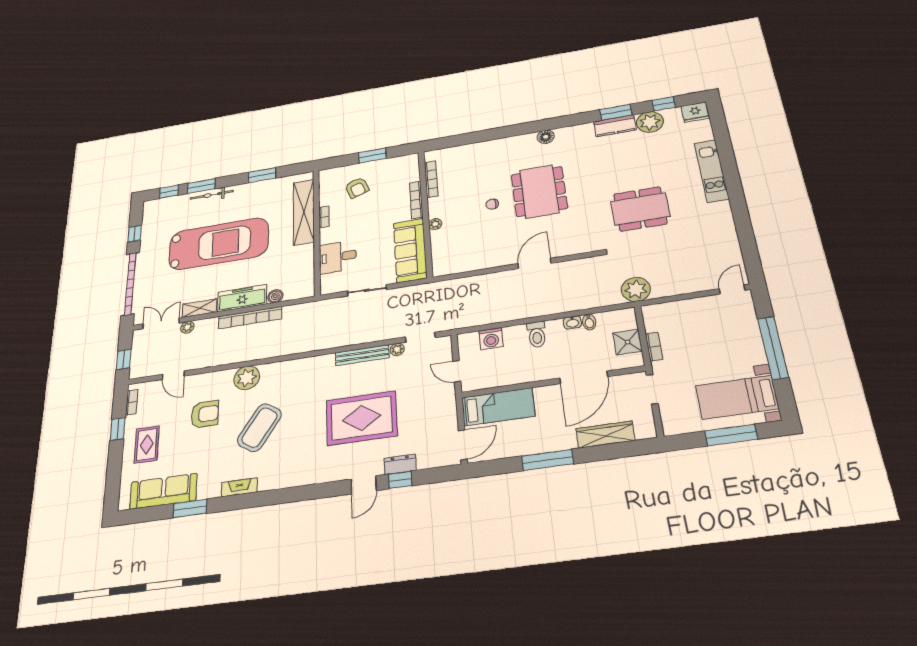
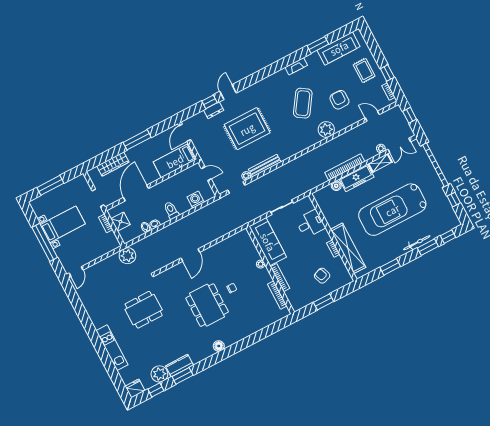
bed with nightstands: (737, 397) -> (63, 224), moved
armchair: (205, 414) -> (339, 100), turned 90

